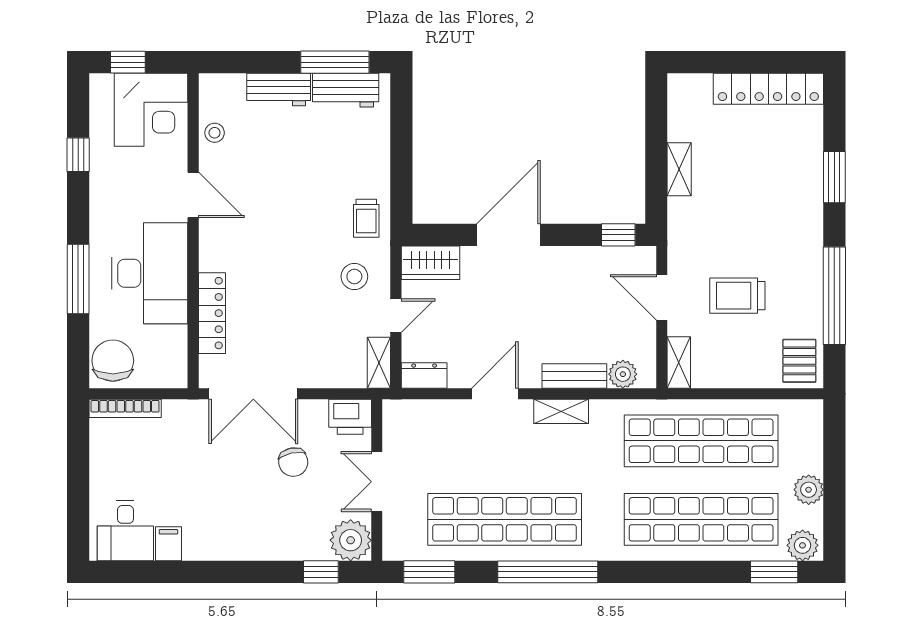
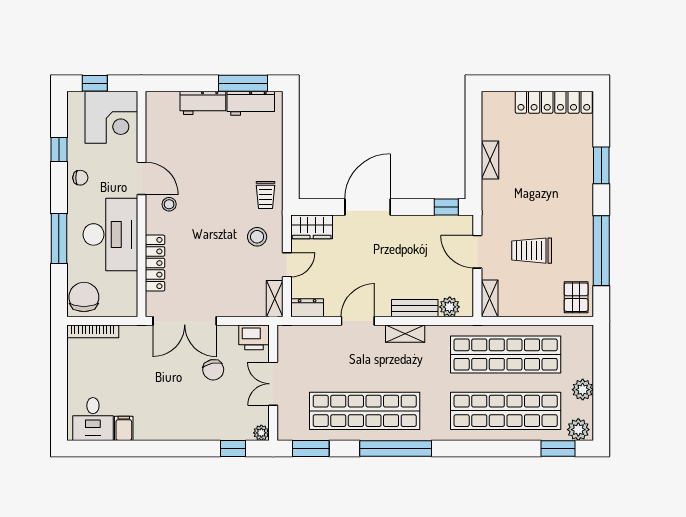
stool: (215, 133) -> (169, 204), moved
chair: (108, 194) -> (80, 178), added
plant: (351, 540) -> (261, 433), width x0.53, depth x0.53

